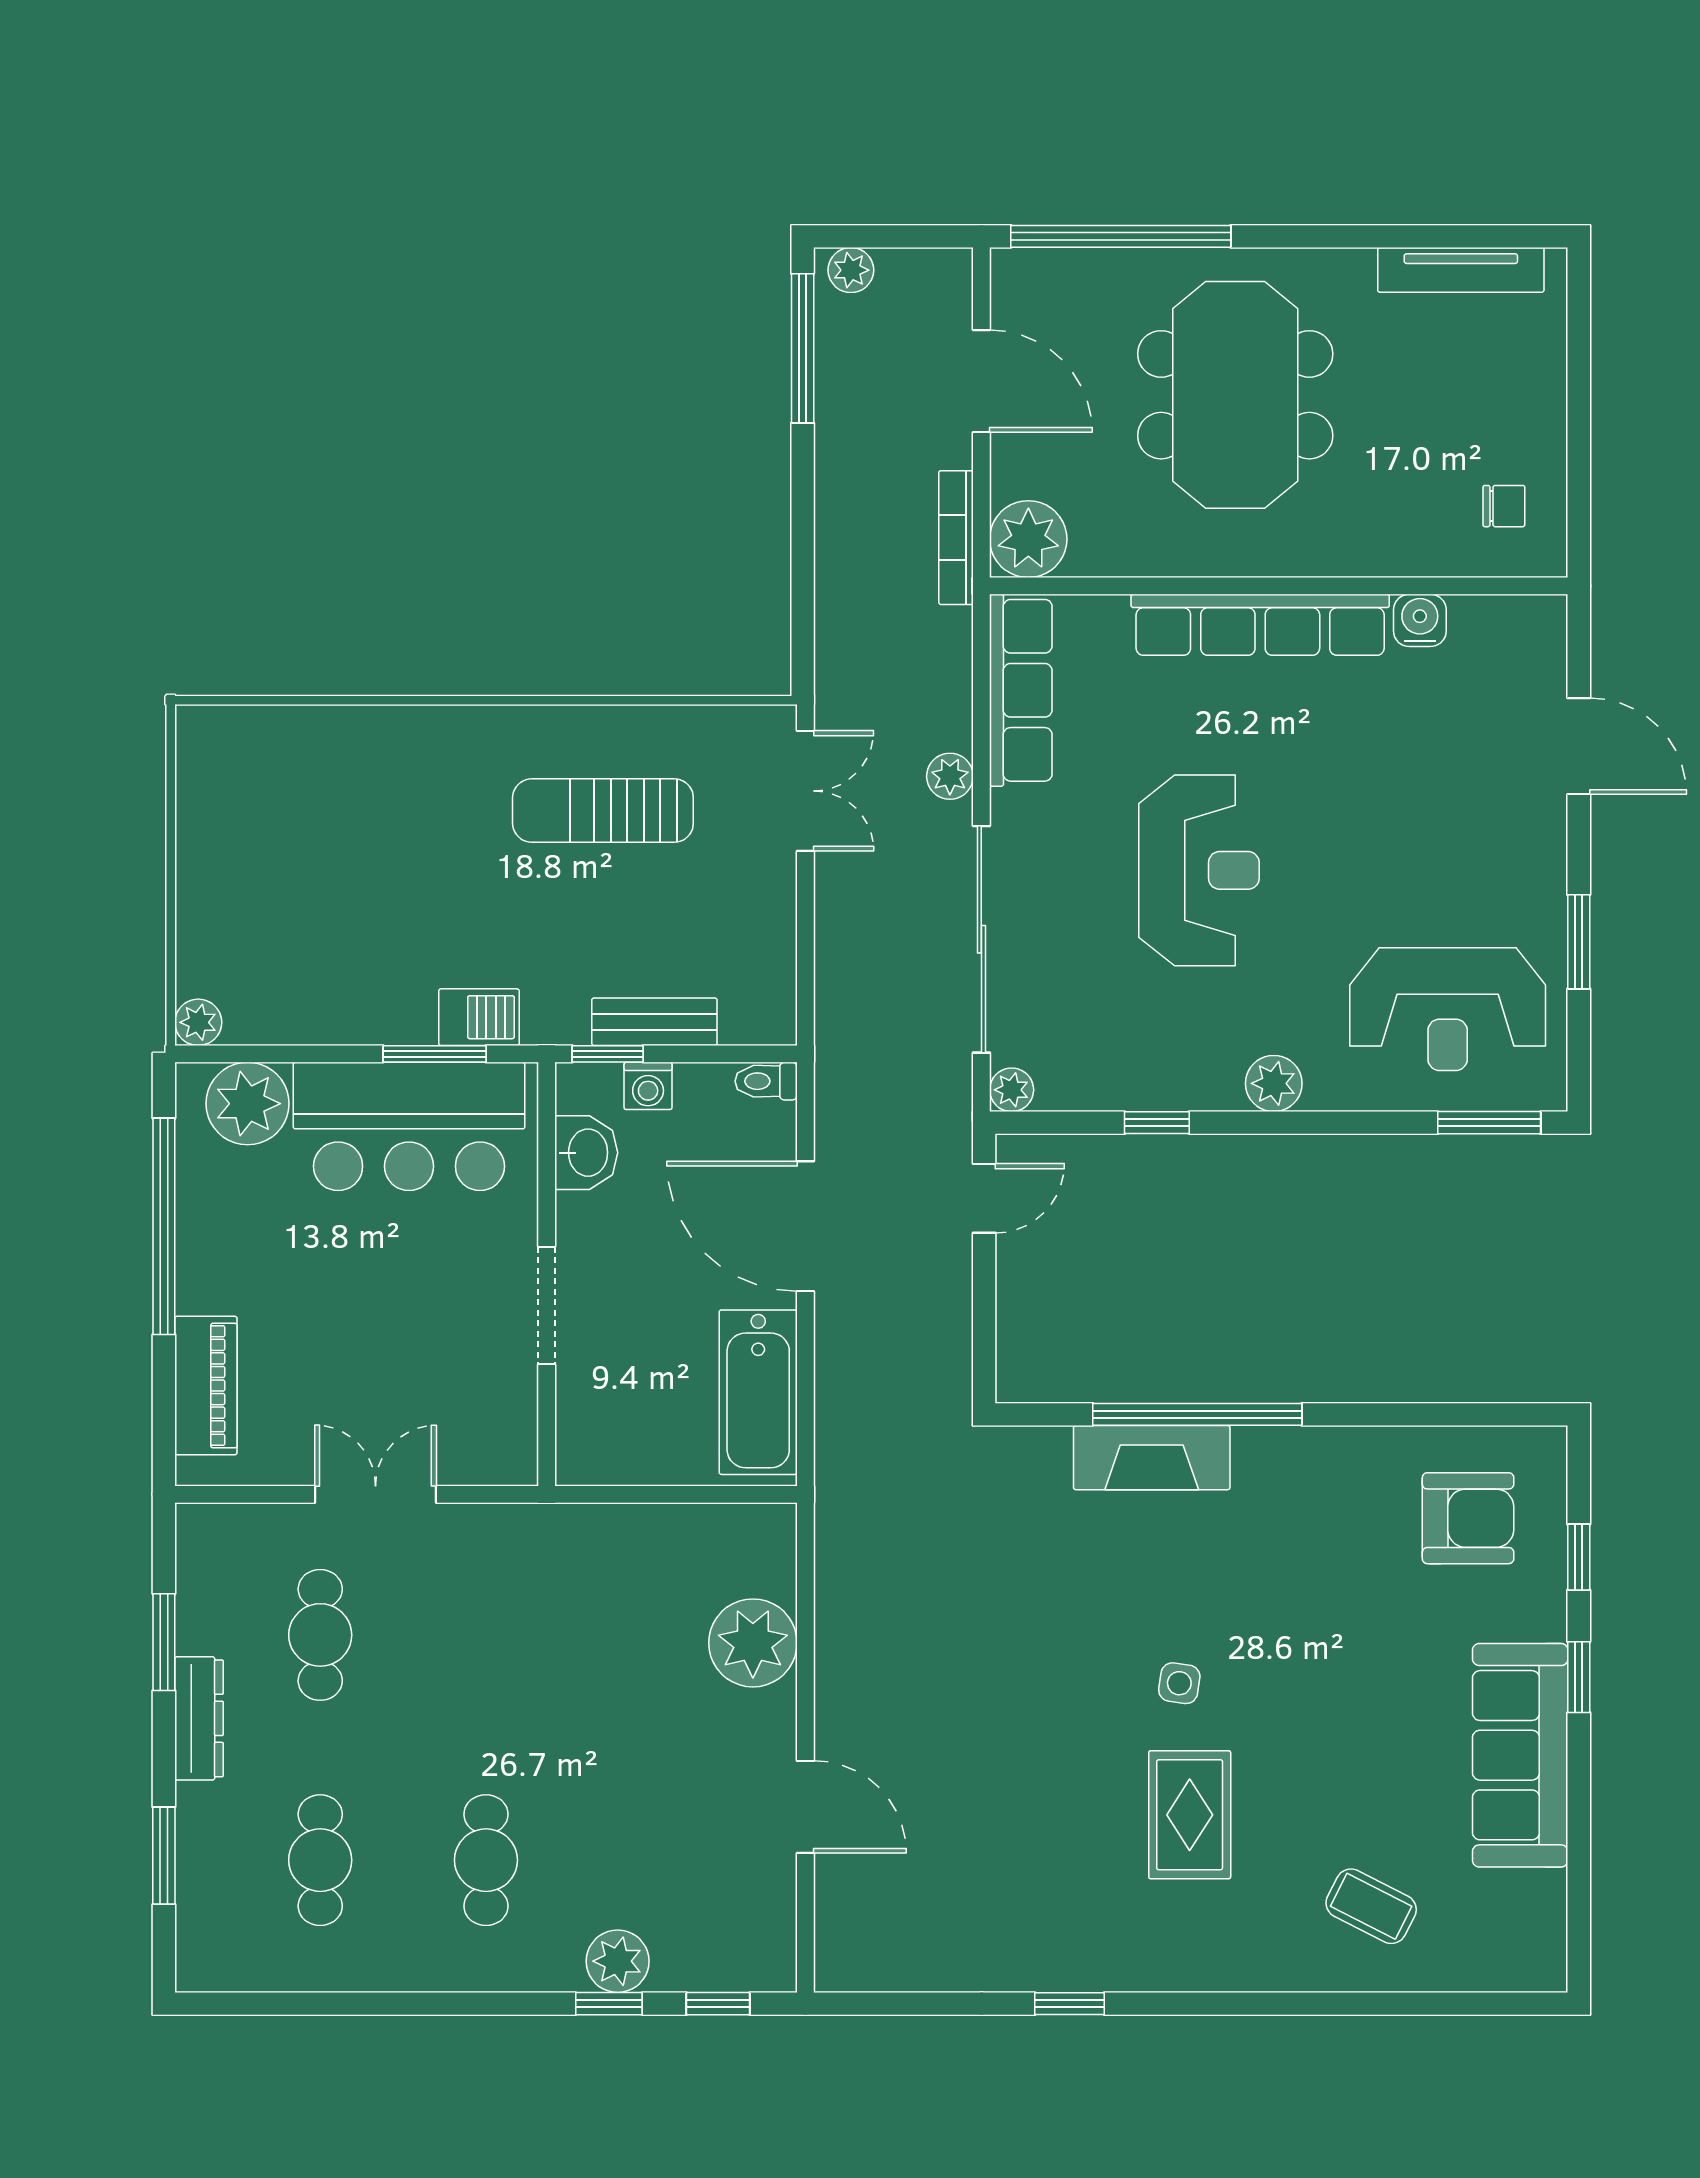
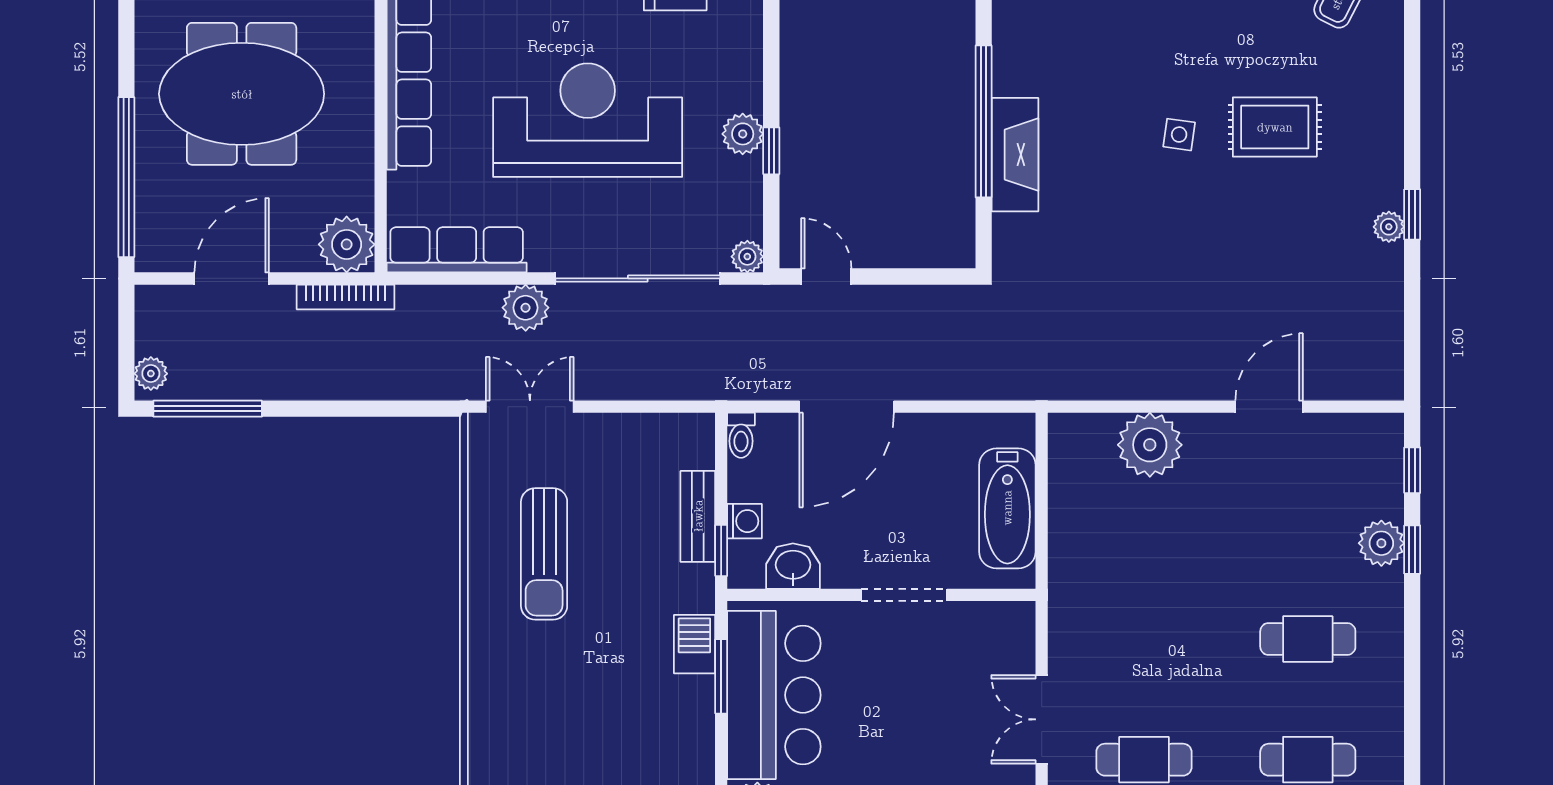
plant: (950, 776) -> (526, 308), width x1.38, depth x1.38
reception desk: (1199, 870) -> (588, 120), width x1.36, depth x1.30
plant: (1274, 1083) -> (743, 134), moved
bathtub: (758, 1392) -> (1007, 508), moved, turned 90
plant: (1053, 1971) -> (1389, 227), added

